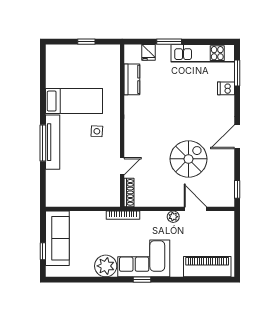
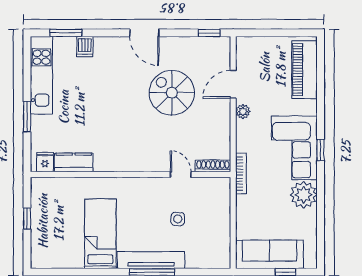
fridge: (149, 52) -> (45, 162), moved, turned -90
side table: (97, 131) -> (178, 219), moved

